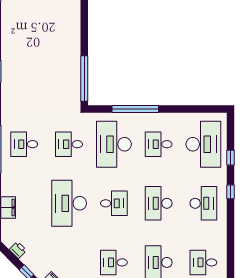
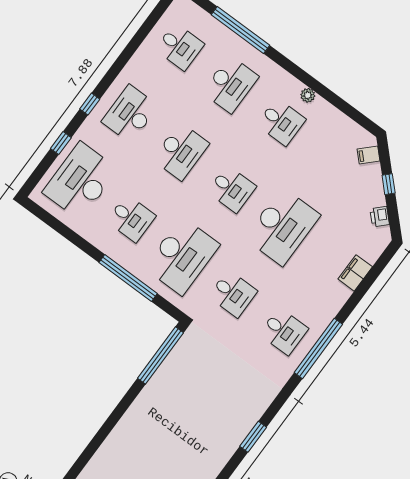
desk: (114, 203) -> (232, 189), turned 180

